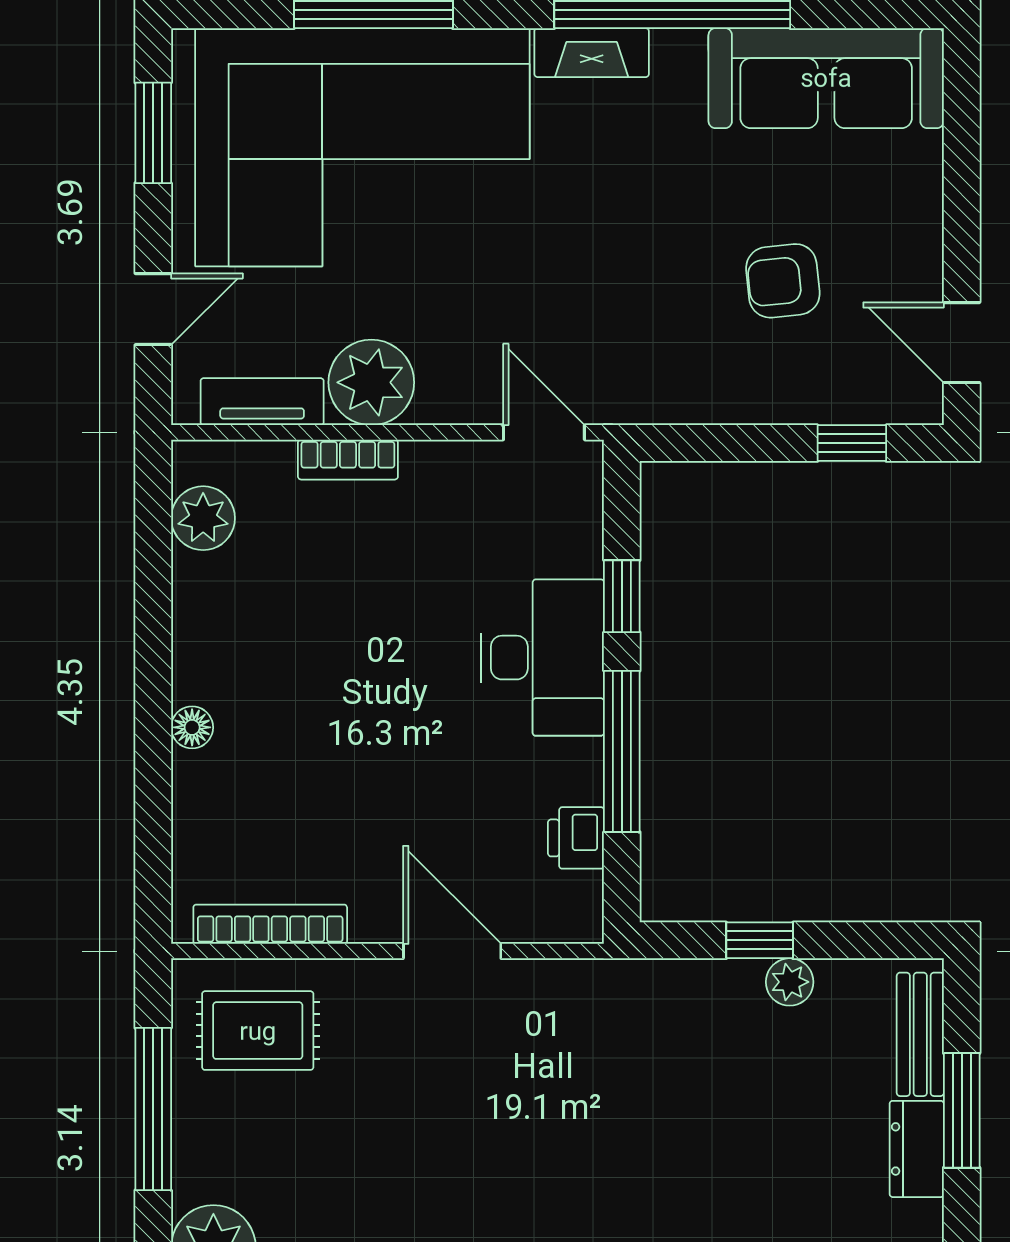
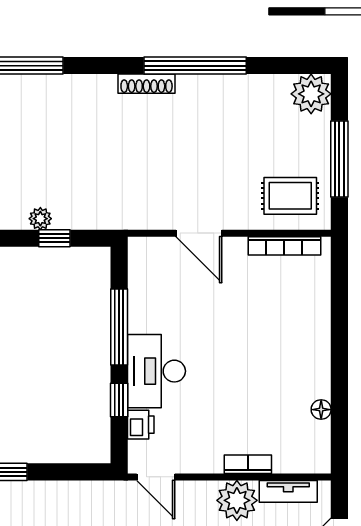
plant: (203, 518) -> (316, 437), removed
floor lamp: (192, 727) -> (321, 410), moved
printer: (576, 838) -> (141, 425), moved

